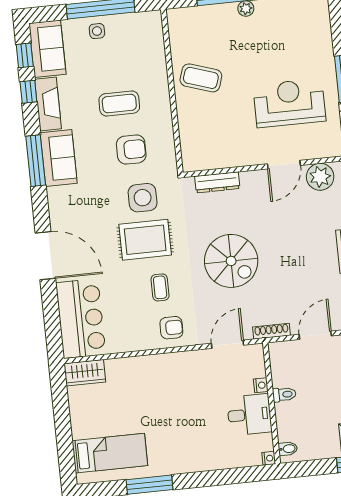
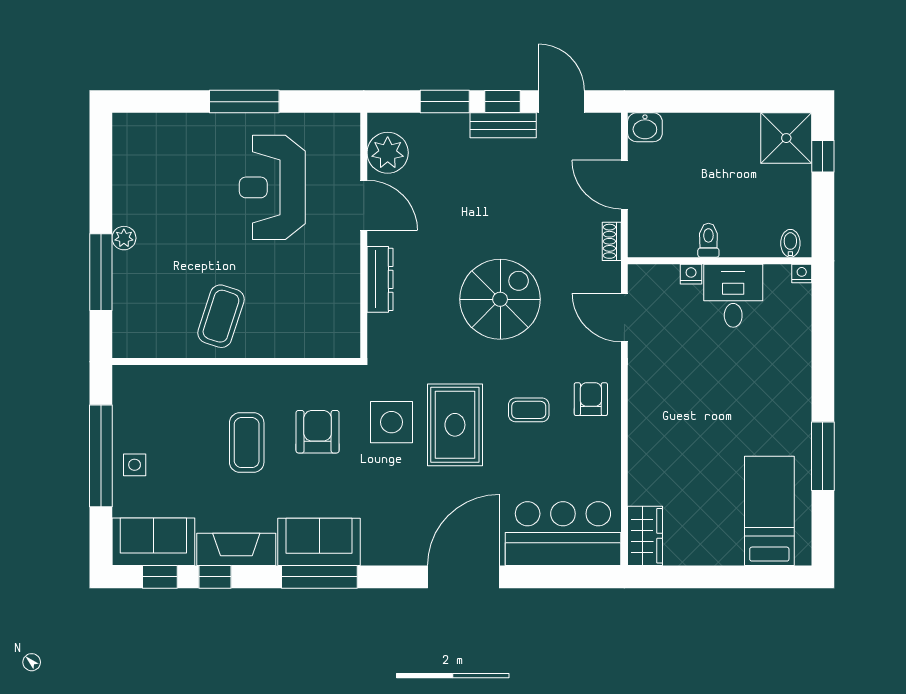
dresser: (217, 182) -> (380, 279), moved
shoe rack: (272, 331) -> (612, 241), width x0.70

